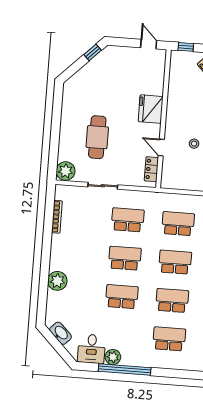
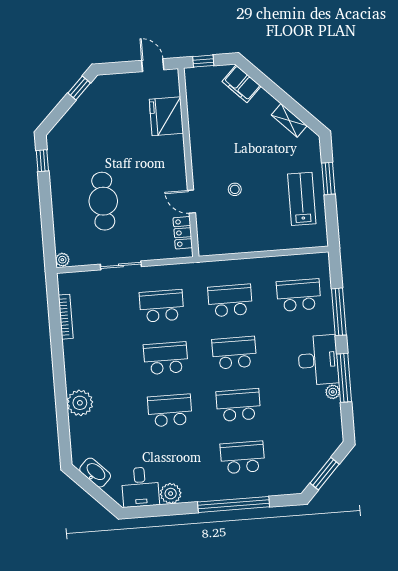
window: (58, 101) -> (42, 161), added
fridge: (151, 109) -> (166, 116), moved
plant: (66, 171) -> (62, 260), width x0.53, depth x0.53
window: (125, 370) -> (234, 504), moved

